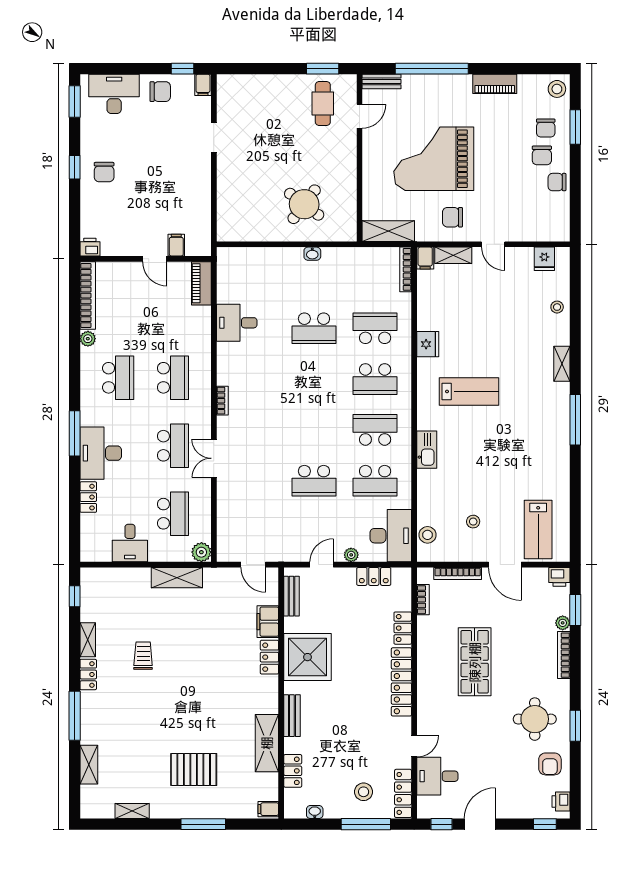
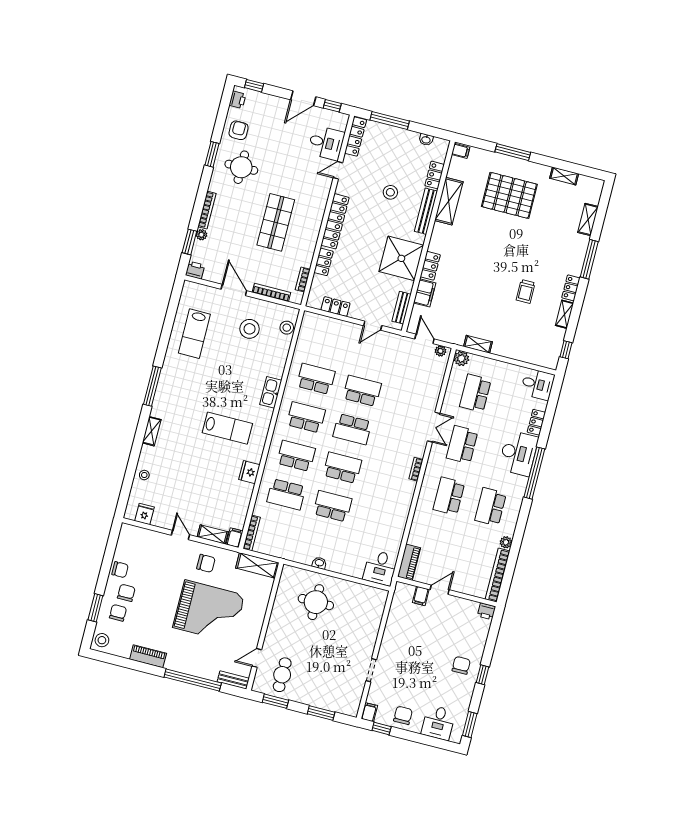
window: (262, 69) -> (321, 713), added
chair: (160, 92) -> (403, 715), turned 90
desk: (114, 94) -> (438, 723), width x0.73
round table: (304, 204) -> (316, 602), turned -37
door: (155, 259) -> (440, 590), hinge flipped
desk: (237, 323) -> (380, 568), moved, turned 90
school desk: (314, 379) -> (342, 468), added
lab bench: (469, 391) -> (227, 428), turned 180
school desk: (314, 430) -> (352, 429), added
school desk: (375, 430) -> (306, 417), turned 180
window: (75, 433) -> (534, 473), width x1.46
stool: (473, 522) -> (250, 329), width x1.89, depth x1.89
lab bench: (538, 530) -> (194, 334), moved, turned 180
desk: (391, 536) -> (315, 334), removed
desk: (130, 543) -> (537, 384), moved, turned 90
plant: (351, 555) -> (440, 351), moved
shelving: (177, 578) -> (478, 344), width x0.67, depth x0.75
bench: (292, 716) -> (426, 211), width x1.36
pallet: (194, 769) -> (509, 195), width x1.37, depth x1.41
stool: (364, 792) -> (390, 192), moved

